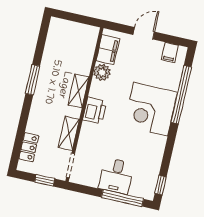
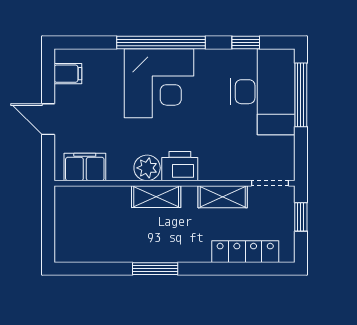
plant: (102, 72) -> (147, 168), moved
window: (181, 95) -> (161, 42), moved
locker: (29, 147) -> (245, 252), width x1.53
desk: (116, 176) -> (263, 92), width x1.87, depth x1.30
window: (161, 185) -> (246, 42), moved

